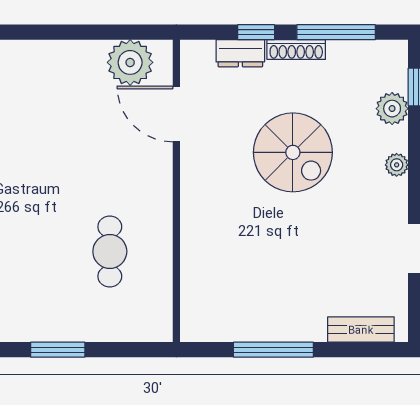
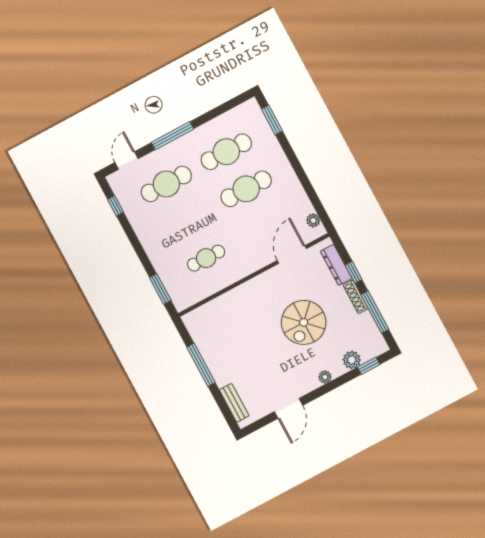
dresser: (240, 53) -> (336, 265), width x1.44
plant: (130, 62) -> (313, 220), width x0.53, depth x0.53
cafe table: (35, 130) -> (246, 189), added
window: (58, 350) -> (160, 289), moved

